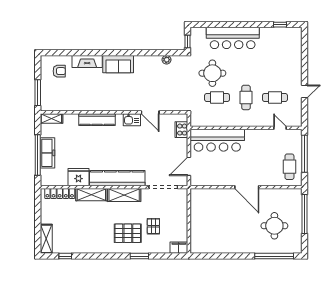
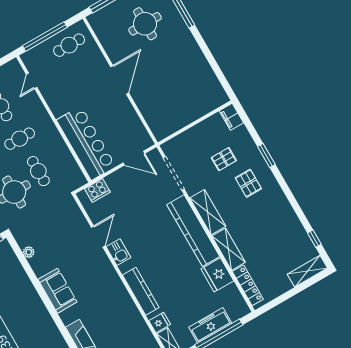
sofa: (118, 64) -> (58, 291), moved
fridge: (69, 120) -> (160, 323), added
pallet: (128, 233) -> (248, 183), width x0.67, depth x0.71

